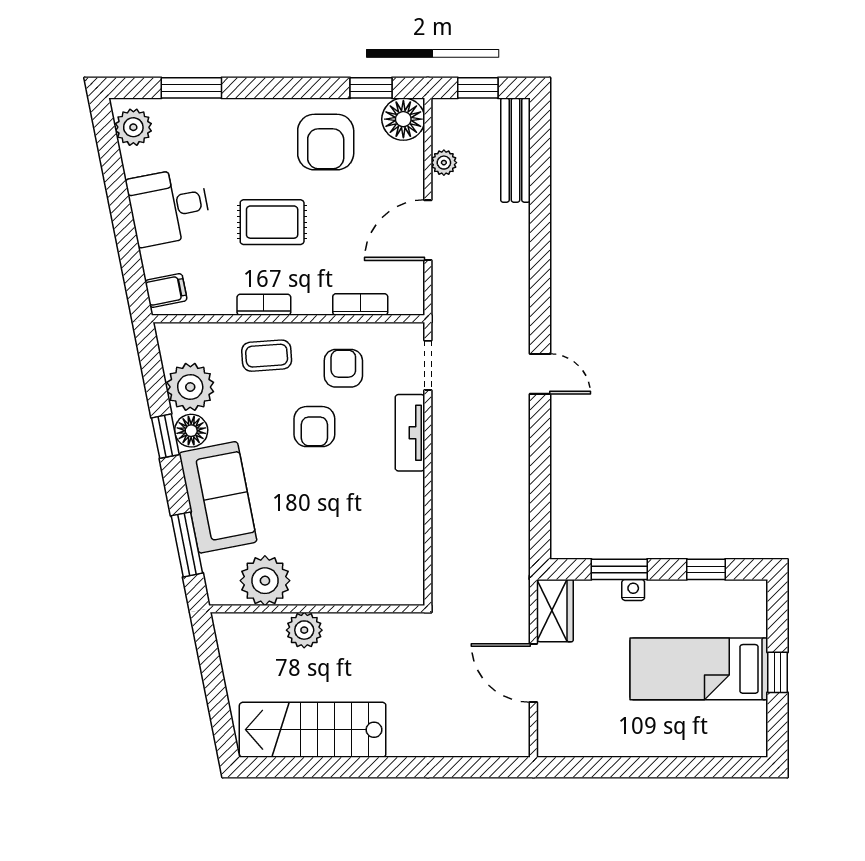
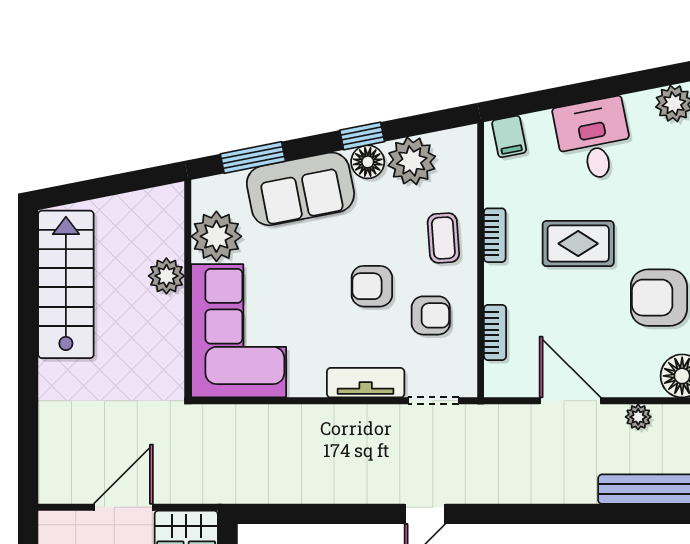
rug: (272, 222) -> (578, 244), turned 90
corner sofa: (359, 559) -> (239, 331), added

